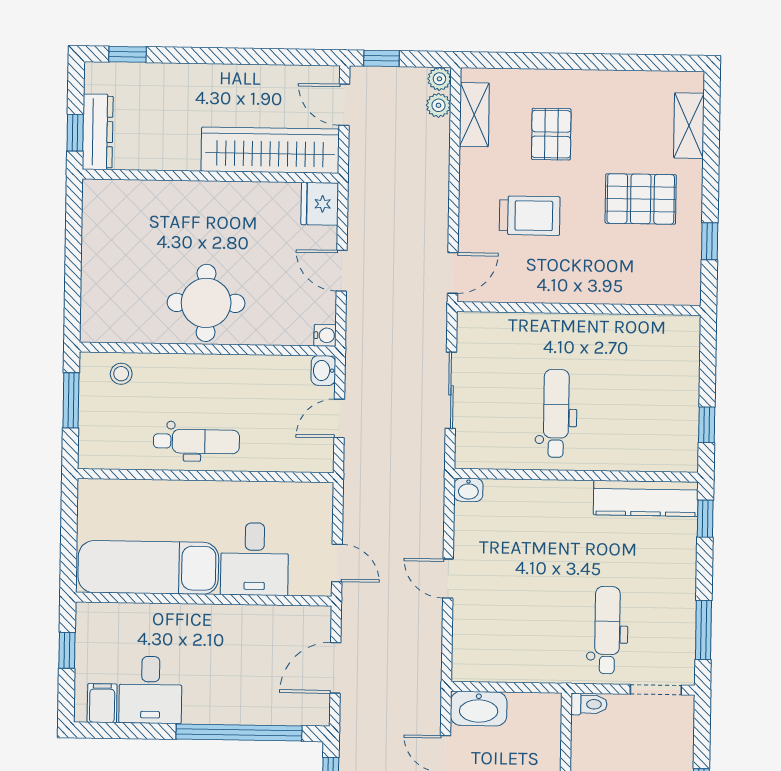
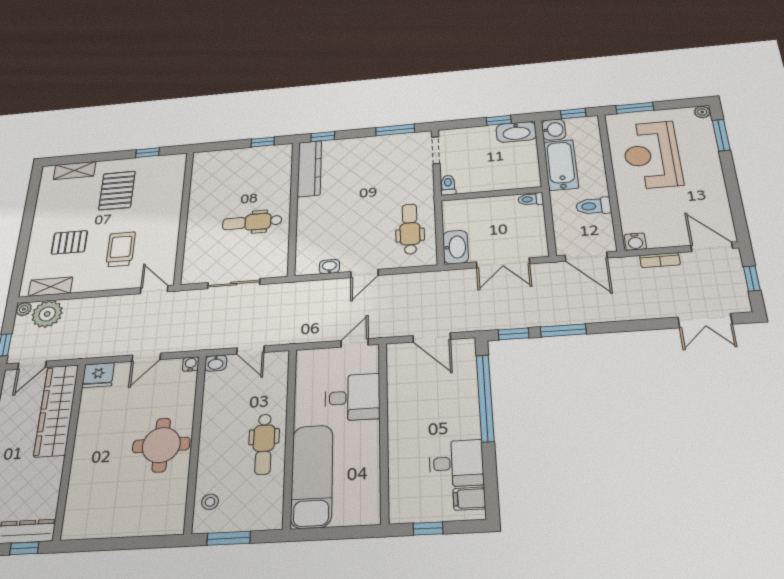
plant: (438, 105) -> (47, 314), width x1.88, depth x1.88
dental chair: (196, 441) -> (264, 444), turned 180
washbasin: (468, 490) -> (329, 267), moved, turned -90
exam couch: (148, 567) -> (312, 476), moved, turned 180
dental chair: (607, 630) -> (410, 229), moved, turned 90

